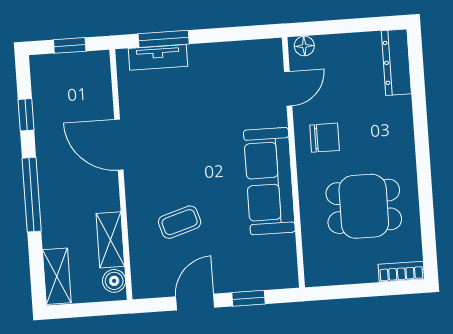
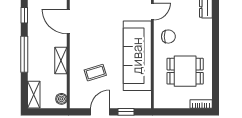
door: (119, 145) -> (68, 21), moved
sofa: (269, 181) -> (137, 56), width x1.36, depth x1.27
shelving: (110, 240) -> (61, 60), moved

